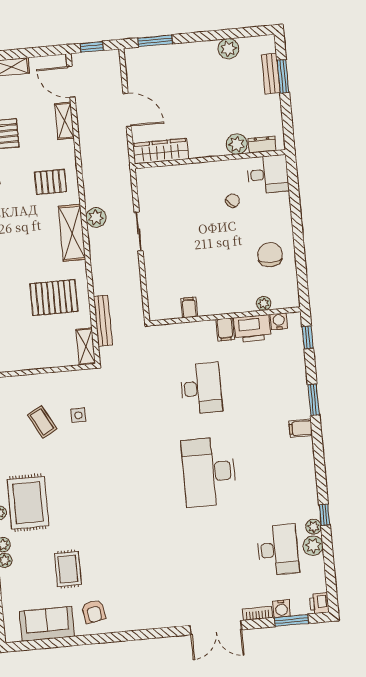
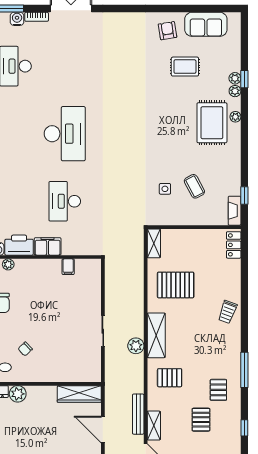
bench: (103, 321) -> (138, 414), moved
filing cabinet: (225, 329) -> (48, 246), width x2.00
rug: (68, 569) -> (185, 67), turned 90

